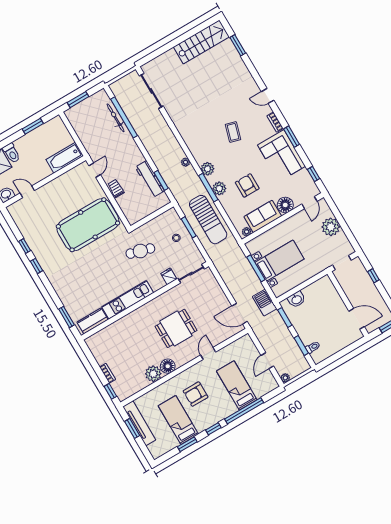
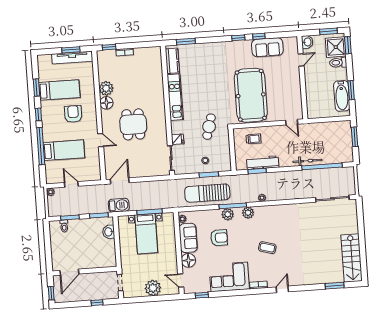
bicycle: (116, 118) -> (307, 161), moved
window: (292, 137) -> (240, 292), removed
bathtub: (65, 158) -> (342, 96), moved, turned 180
trolley: (116, 188) -> (254, 139), moved
sofa: (31, 232) -> (267, 47), added

